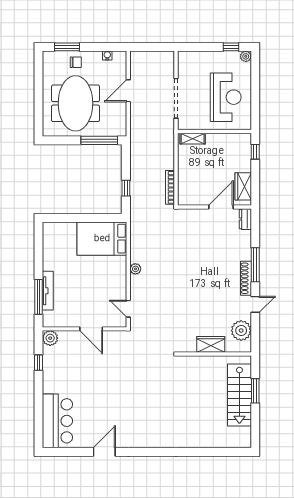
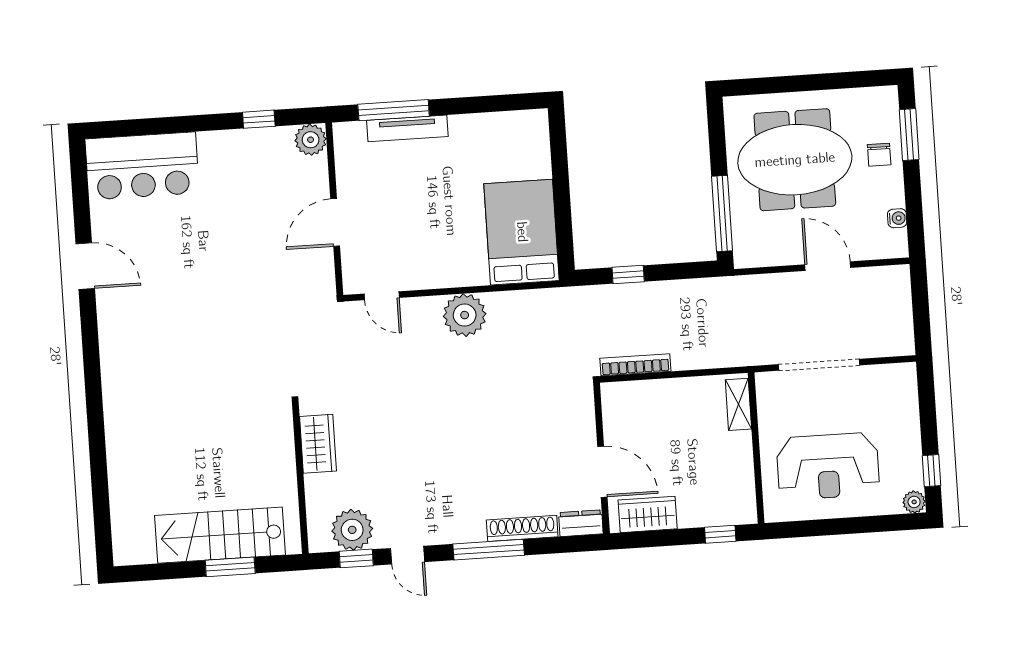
plant: (135, 269) -> (465, 315), width x1.88, depth x1.88
shoe rack: (246, 278) -> (522, 528), moved
door: (128, 309) -> (382, 296), swing flipped
window: (255, 329) -> (356, 558), added
wardrobe: (211, 344) -> (318, 444), moved

